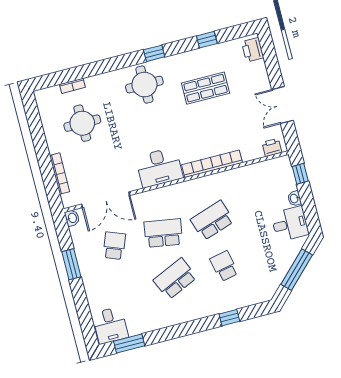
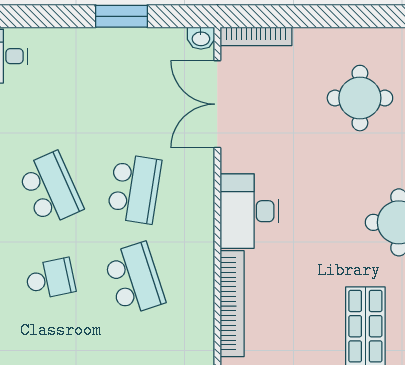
bookcase: (60, 174) -> (256, 36), moved
school desk: (114, 246) -> (134, 99), removed

